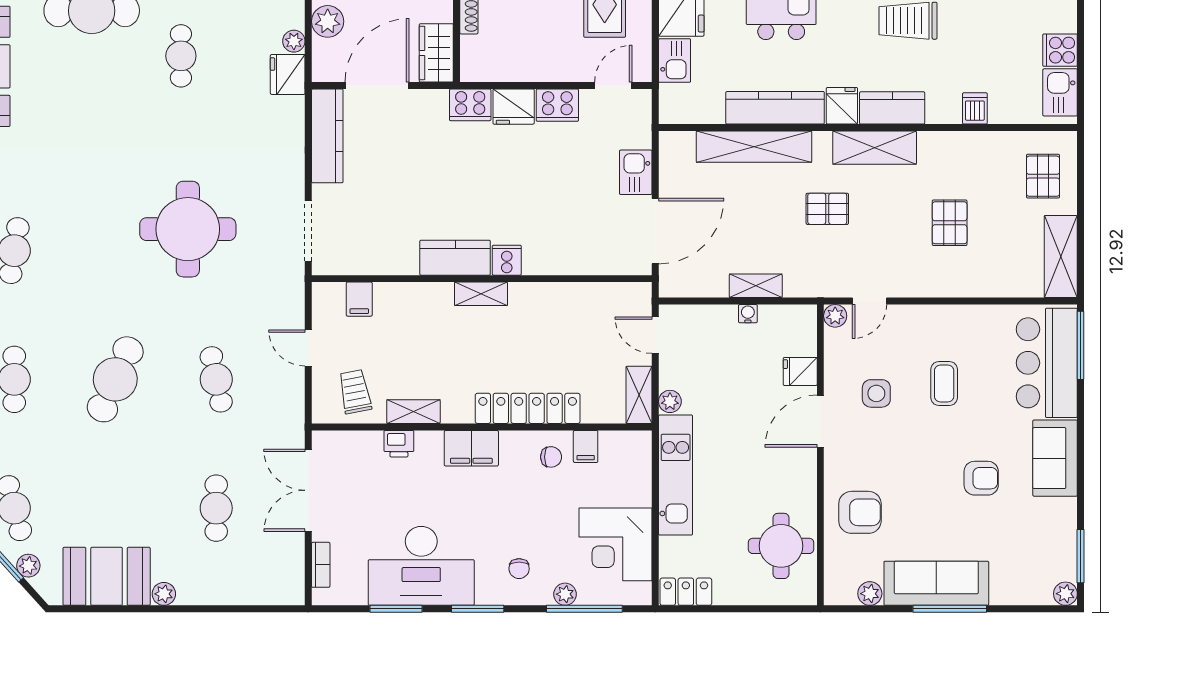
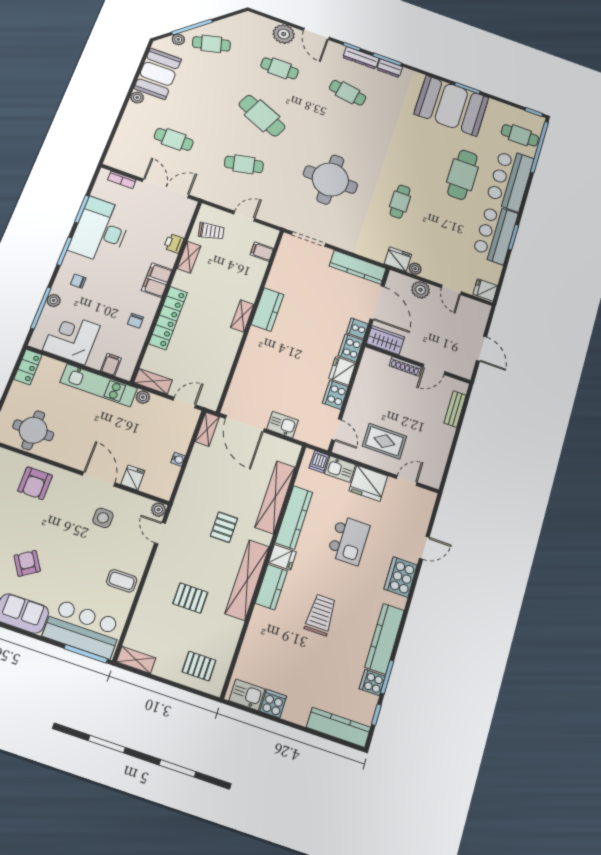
cafe table: (181, 56) -> (400, 202), moved, turned 90
dishwasher: (975, 108) -> (319, 462), moved, turned 90
shelving: (875, 148) -> (247, 580), width x1.47
shelving: (1061, 257) -> (136, 660), width x0.67, depth x0.75
cooker: (507, 260) -> (357, 328), moved, turned 180
shelving: (756, 286) -> (207, 429), moved
coffee table: (944, 383) -> (122, 581), moved
filing cabinet: (586, 446) -> (111, 364), moved, turned 90
armchair: (981, 478) -> (27, 563), turned 147

